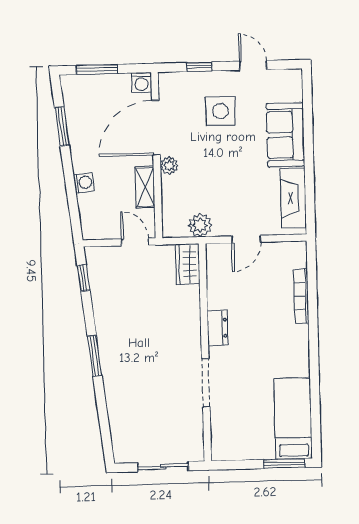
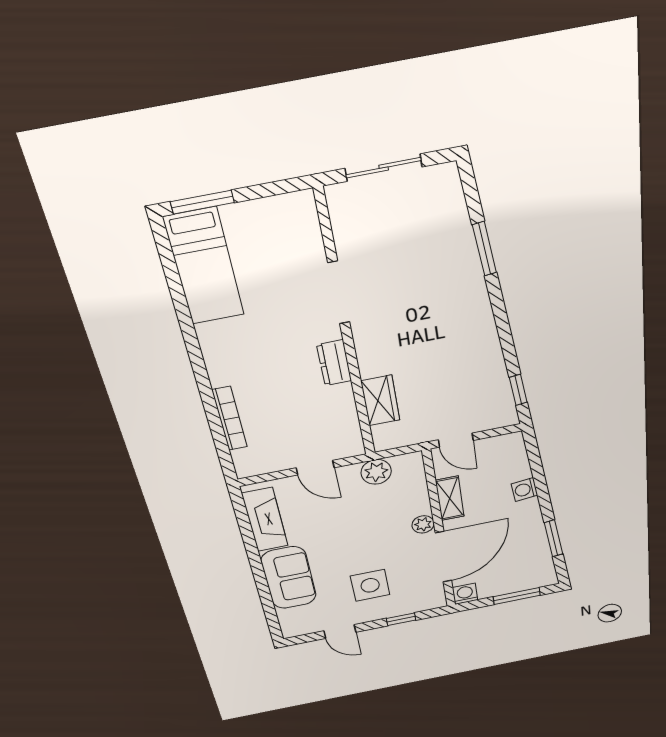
door: (246, 239) -> (315, 468), swing flipped
wardrobe: (188, 264) -> (380, 400), moved
window: (95, 356) -> (484, 249), moved

